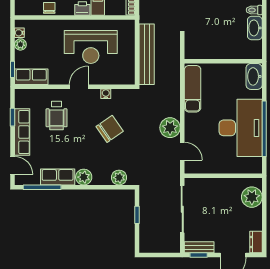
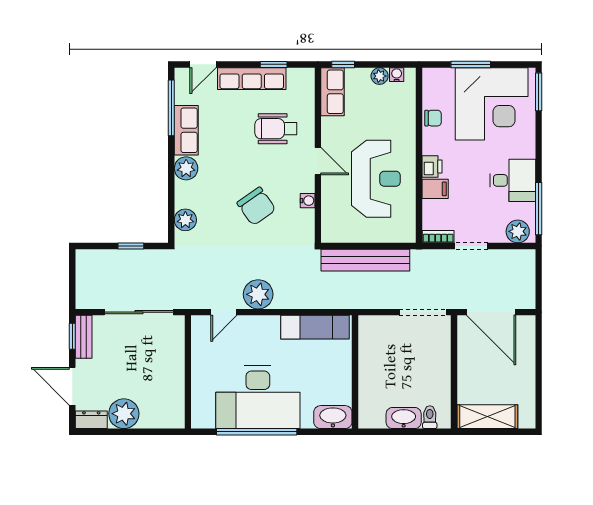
reception desk: (91, 47) -> (376, 179), turned 180
plant: (252, 197) -> (124, 414), moved

